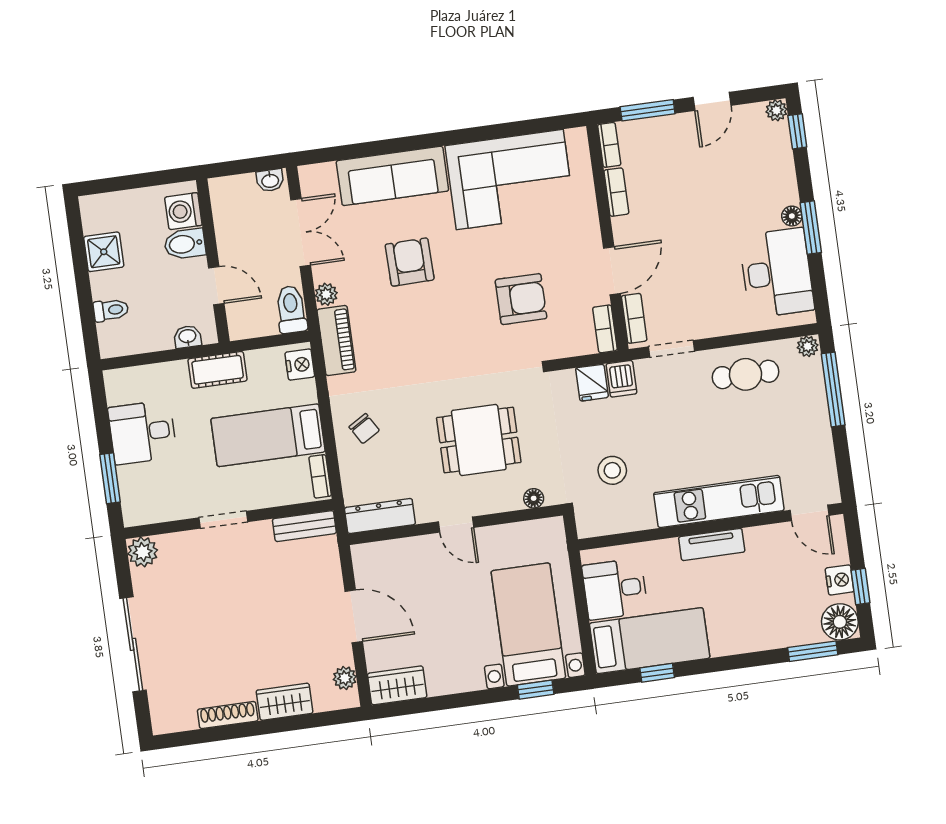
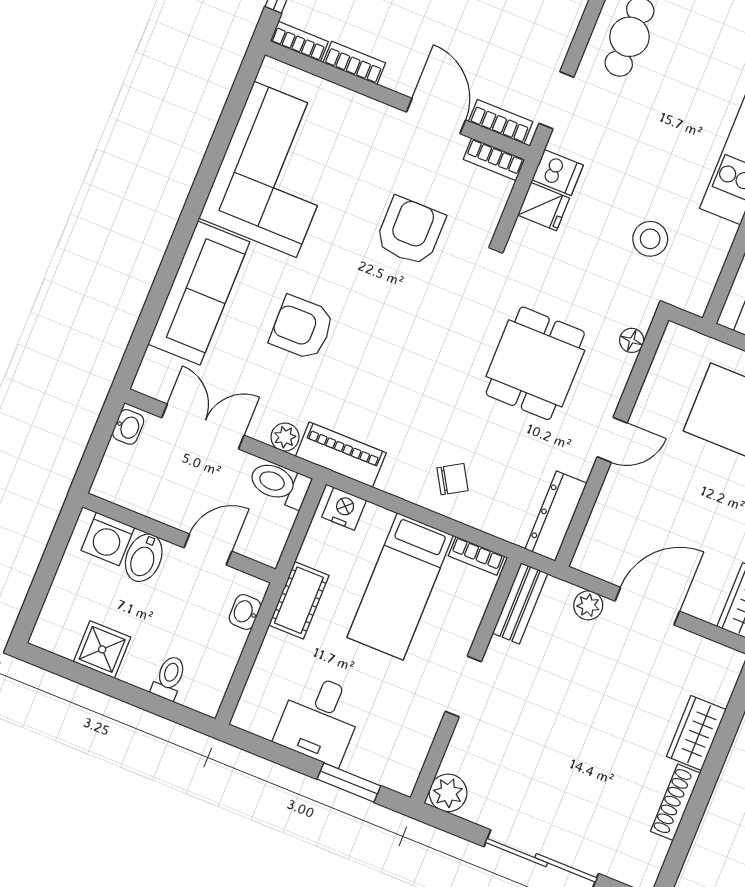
plant: (345, 678) -> (588, 605), moved

